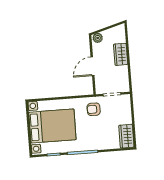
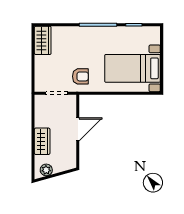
plant: (98, 38) -> (46, 170), moved
bed with nightstands: (52, 126) -> (133, 68), width x0.73

